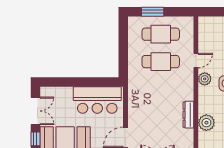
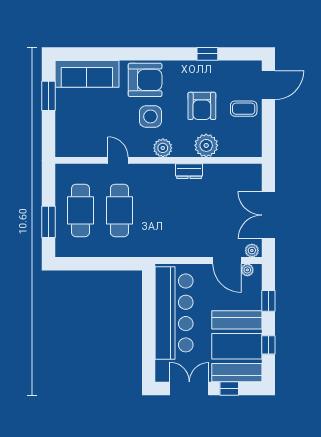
plant: (205, 79) -> (163, 148), moved
bar counter: (97, 100) -> (174, 313), width x1.36
dresser: (188, 115) -> (189, 171), width x0.70

